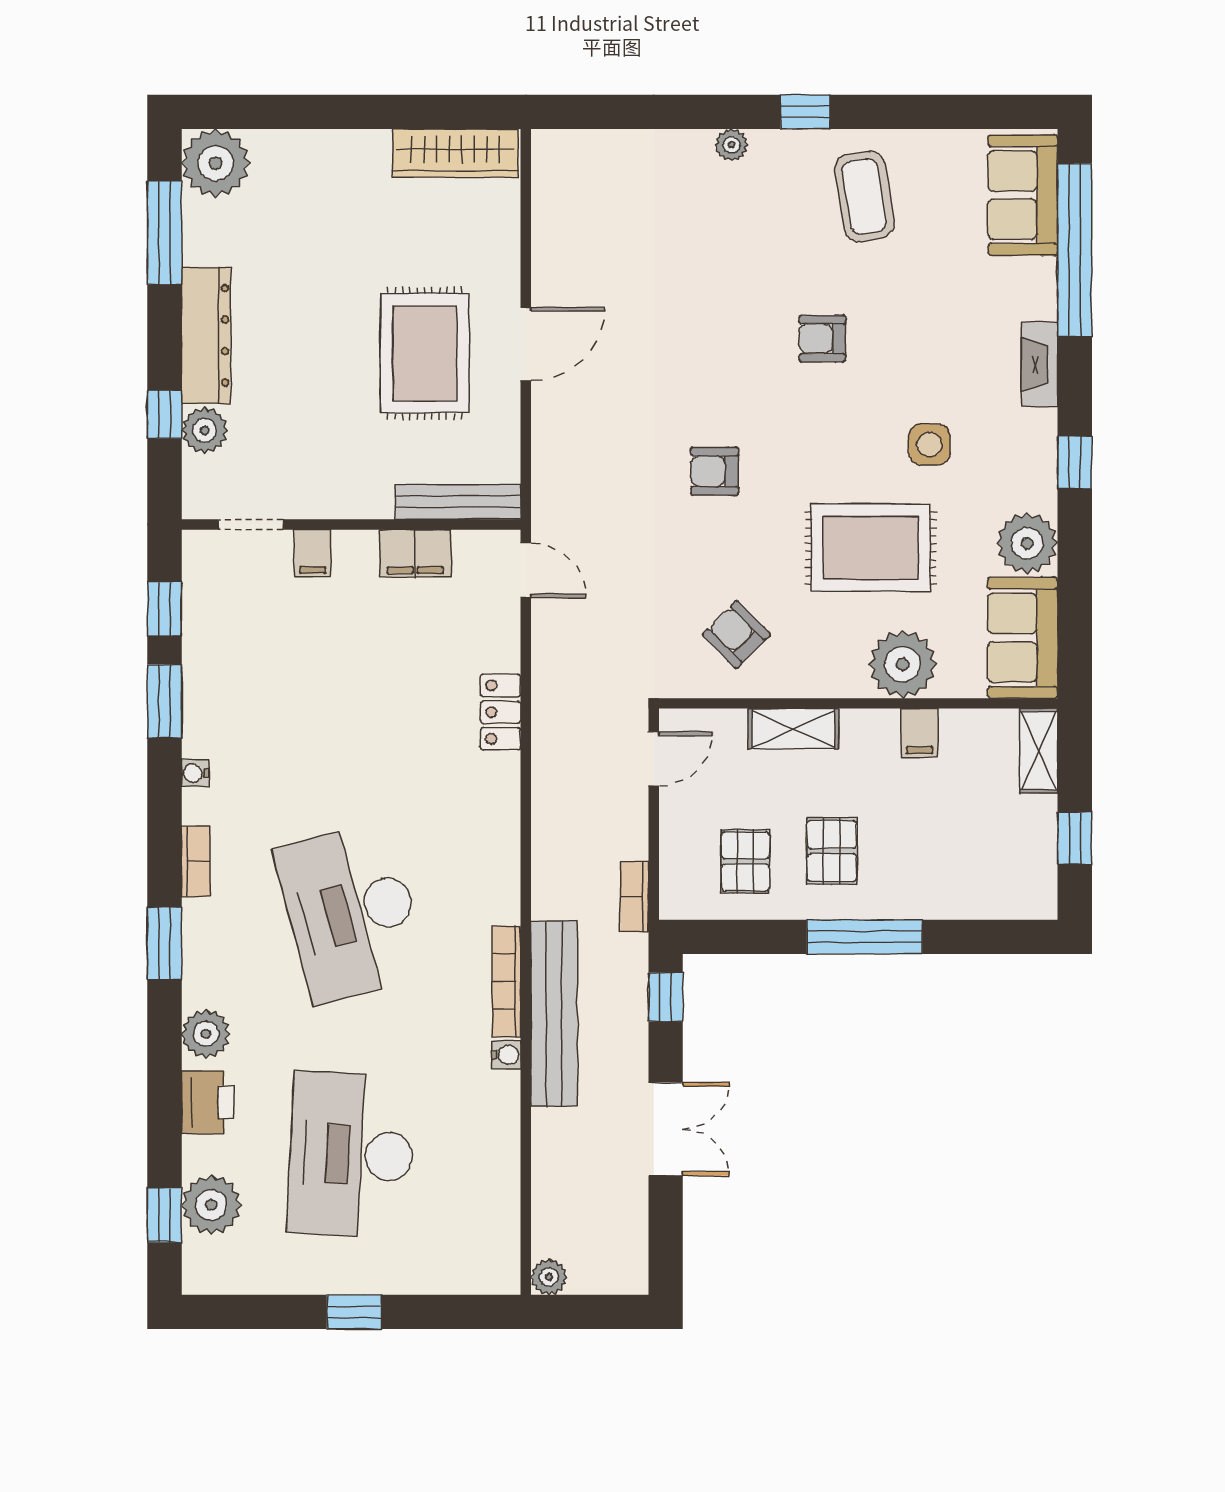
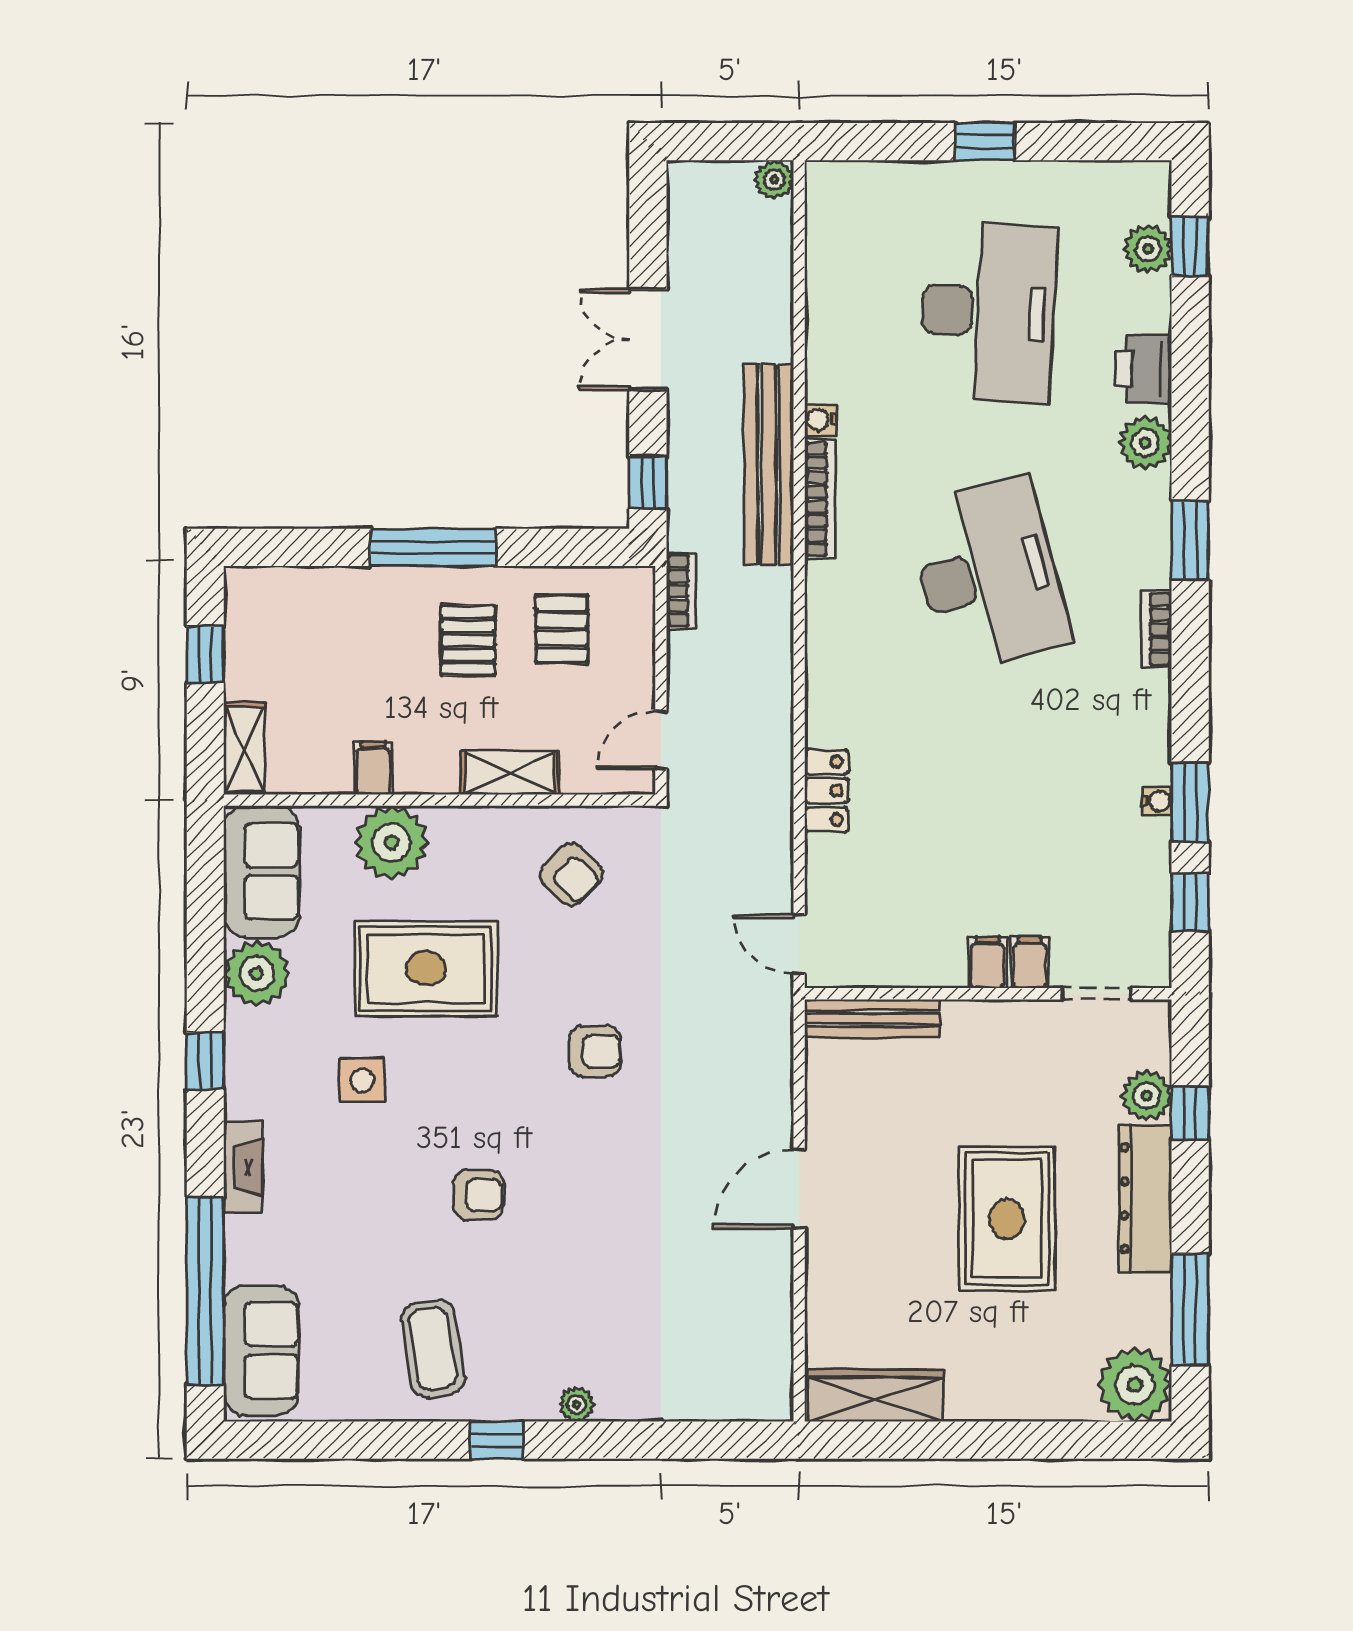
rug: (425, 353) -> (1007, 1219), moved
filing cabinet: (415, 553) -> (987, 962), moved, width x0.50
water cooler: (195, 773) -> (1157, 801), moved
plant: (211, 1205) -> (1148, 249), width x0.73, depth x0.73

